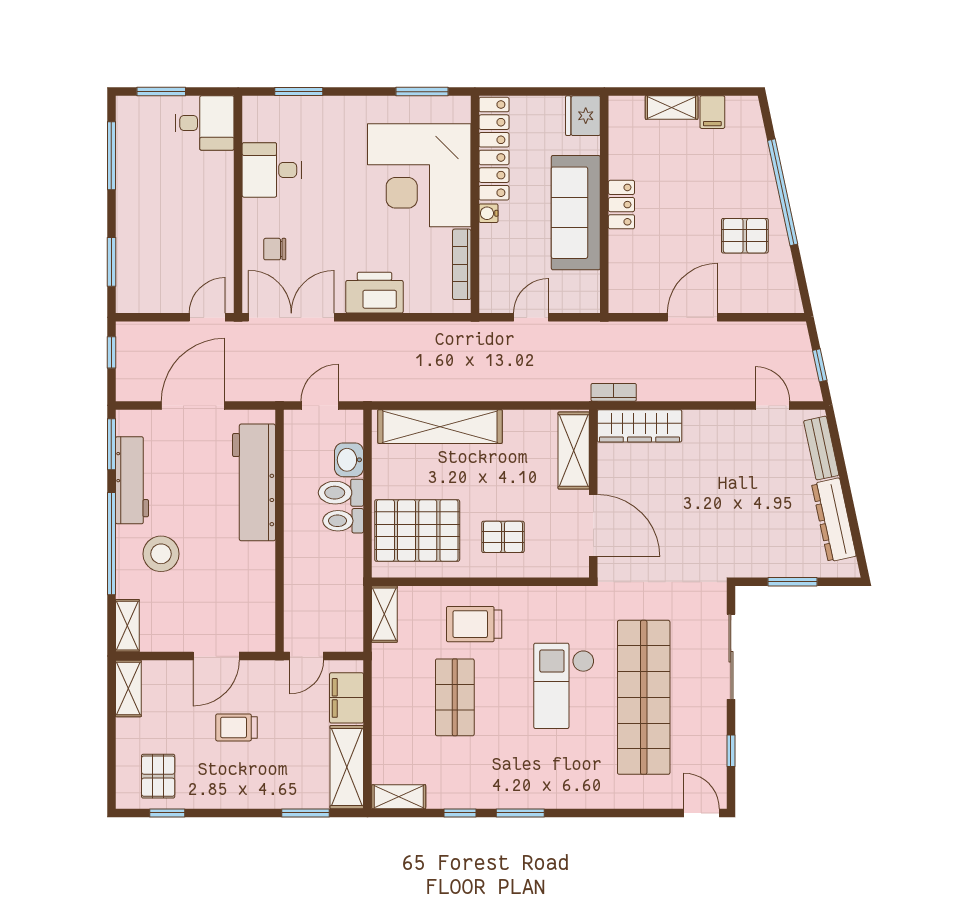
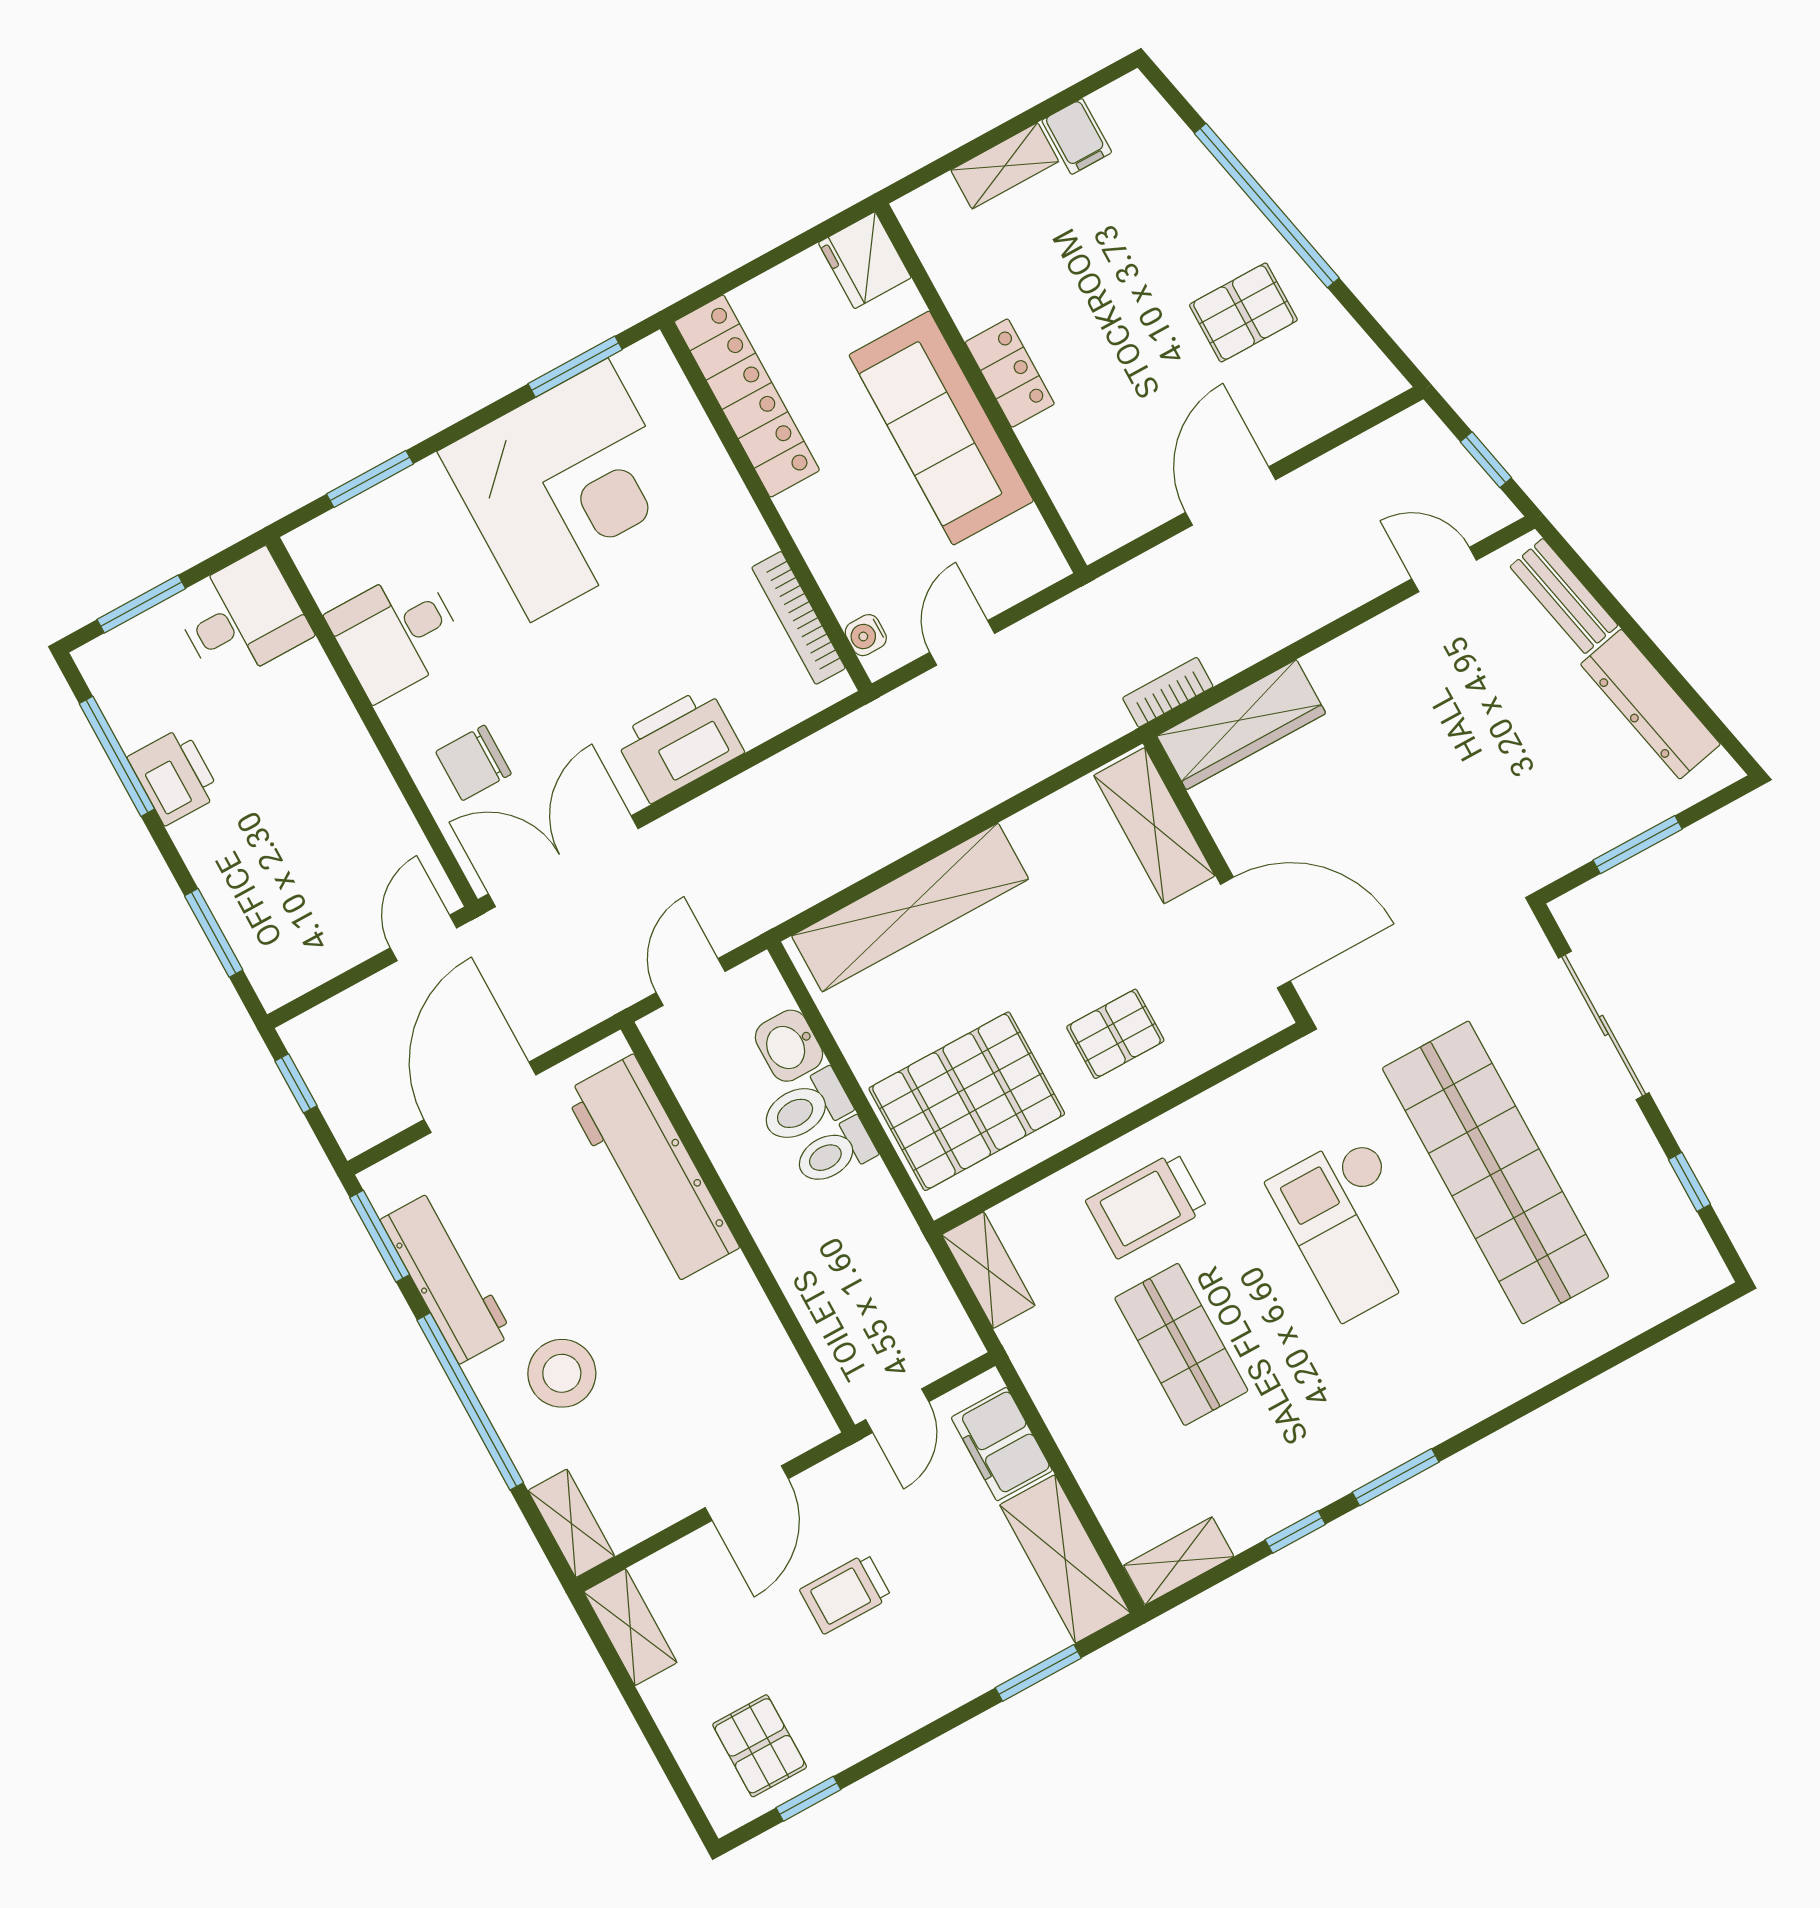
corner desk: (419, 175) -> (569, 490), moved, turned -90
printer: (133, 179) -> (174, 776), added
water cooler: (488, 213) -> (866, 635), moved
chair: (275, 249) -> (474, 763), width x1.37, depth x1.37
door: (702, 813) -> (1697, 1312), removed

